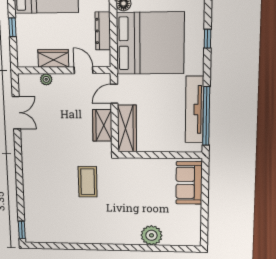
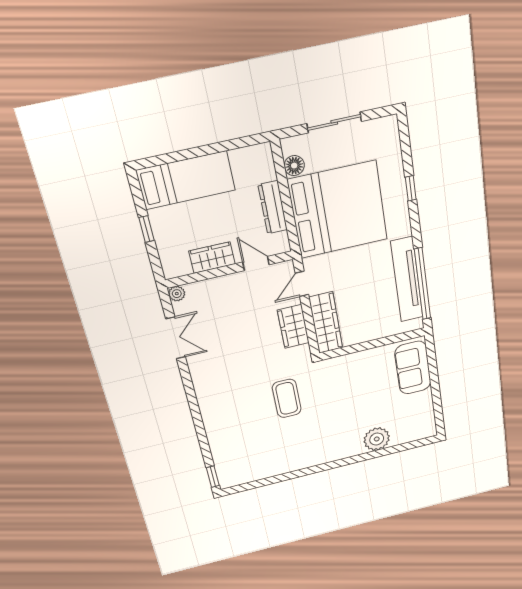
plant: (46, 79) -> (177, 294), moved

